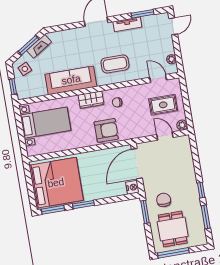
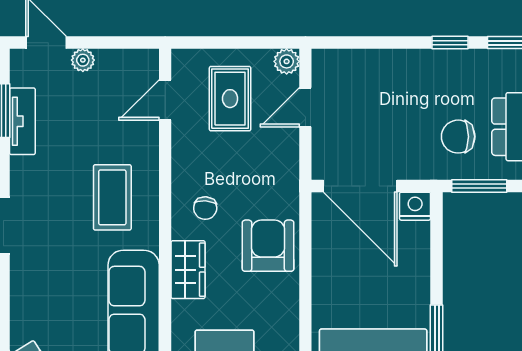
tv unit: (127, 24) -> (22, 121), moved
plant: (171, 59) -> (83, 60), moved

